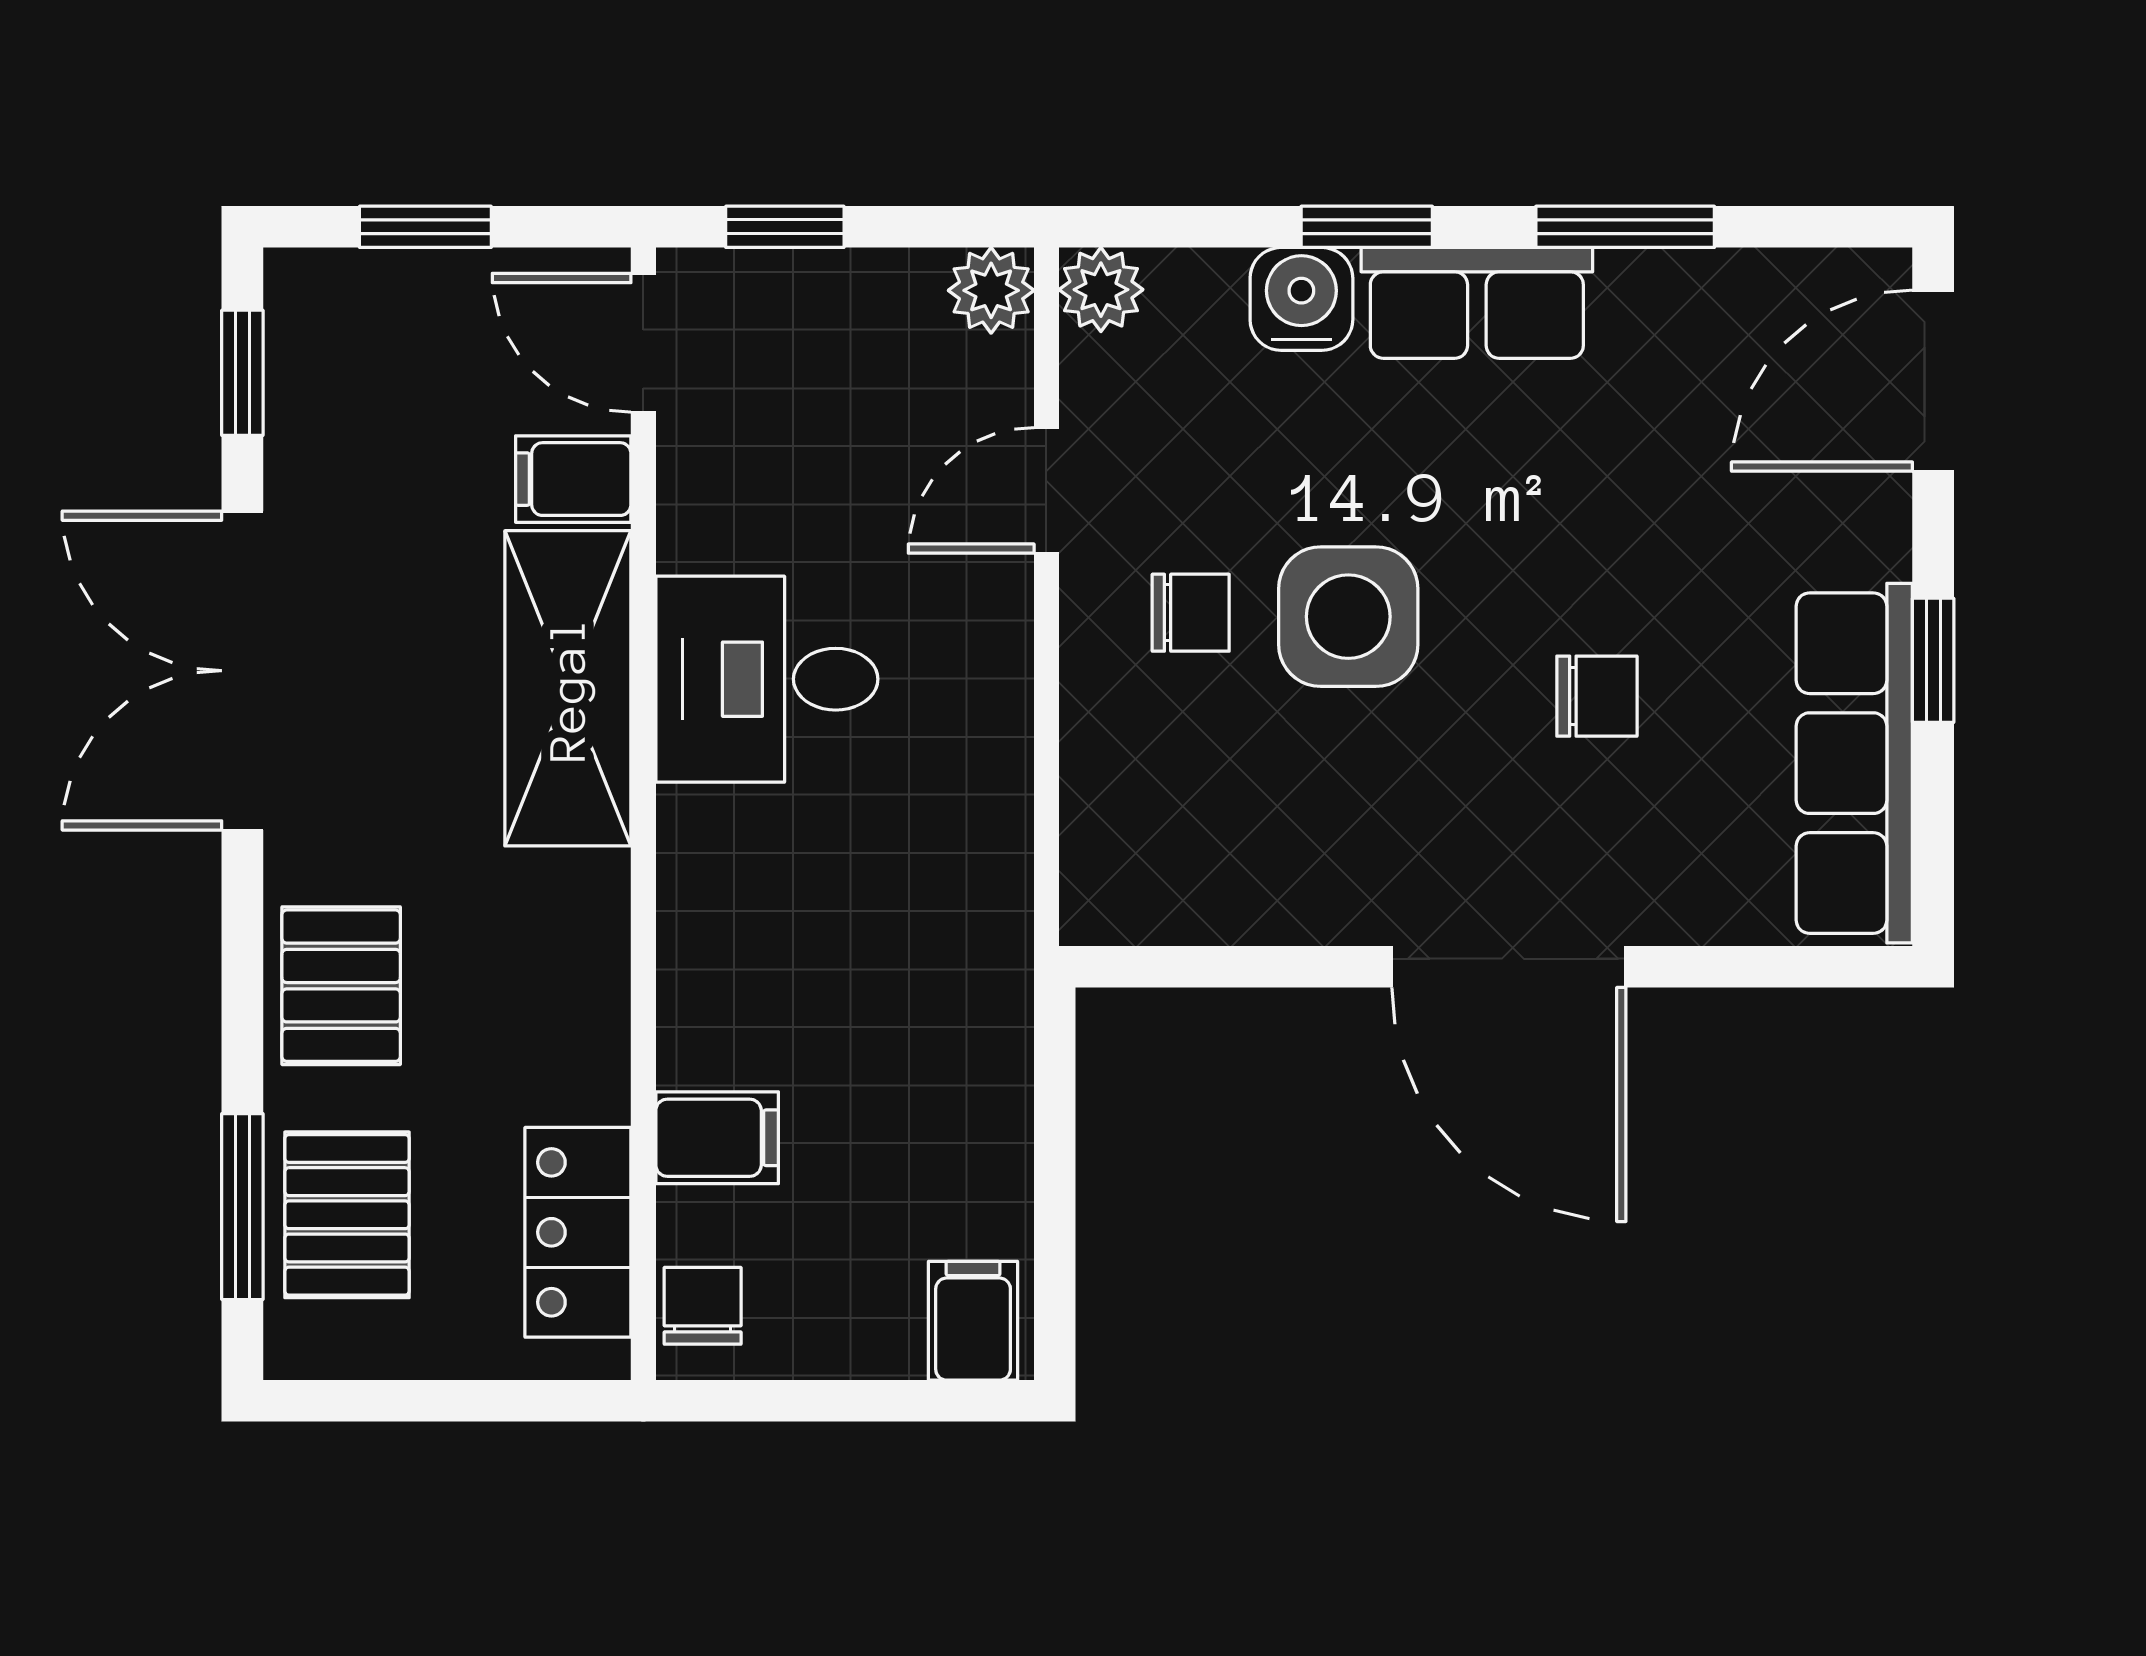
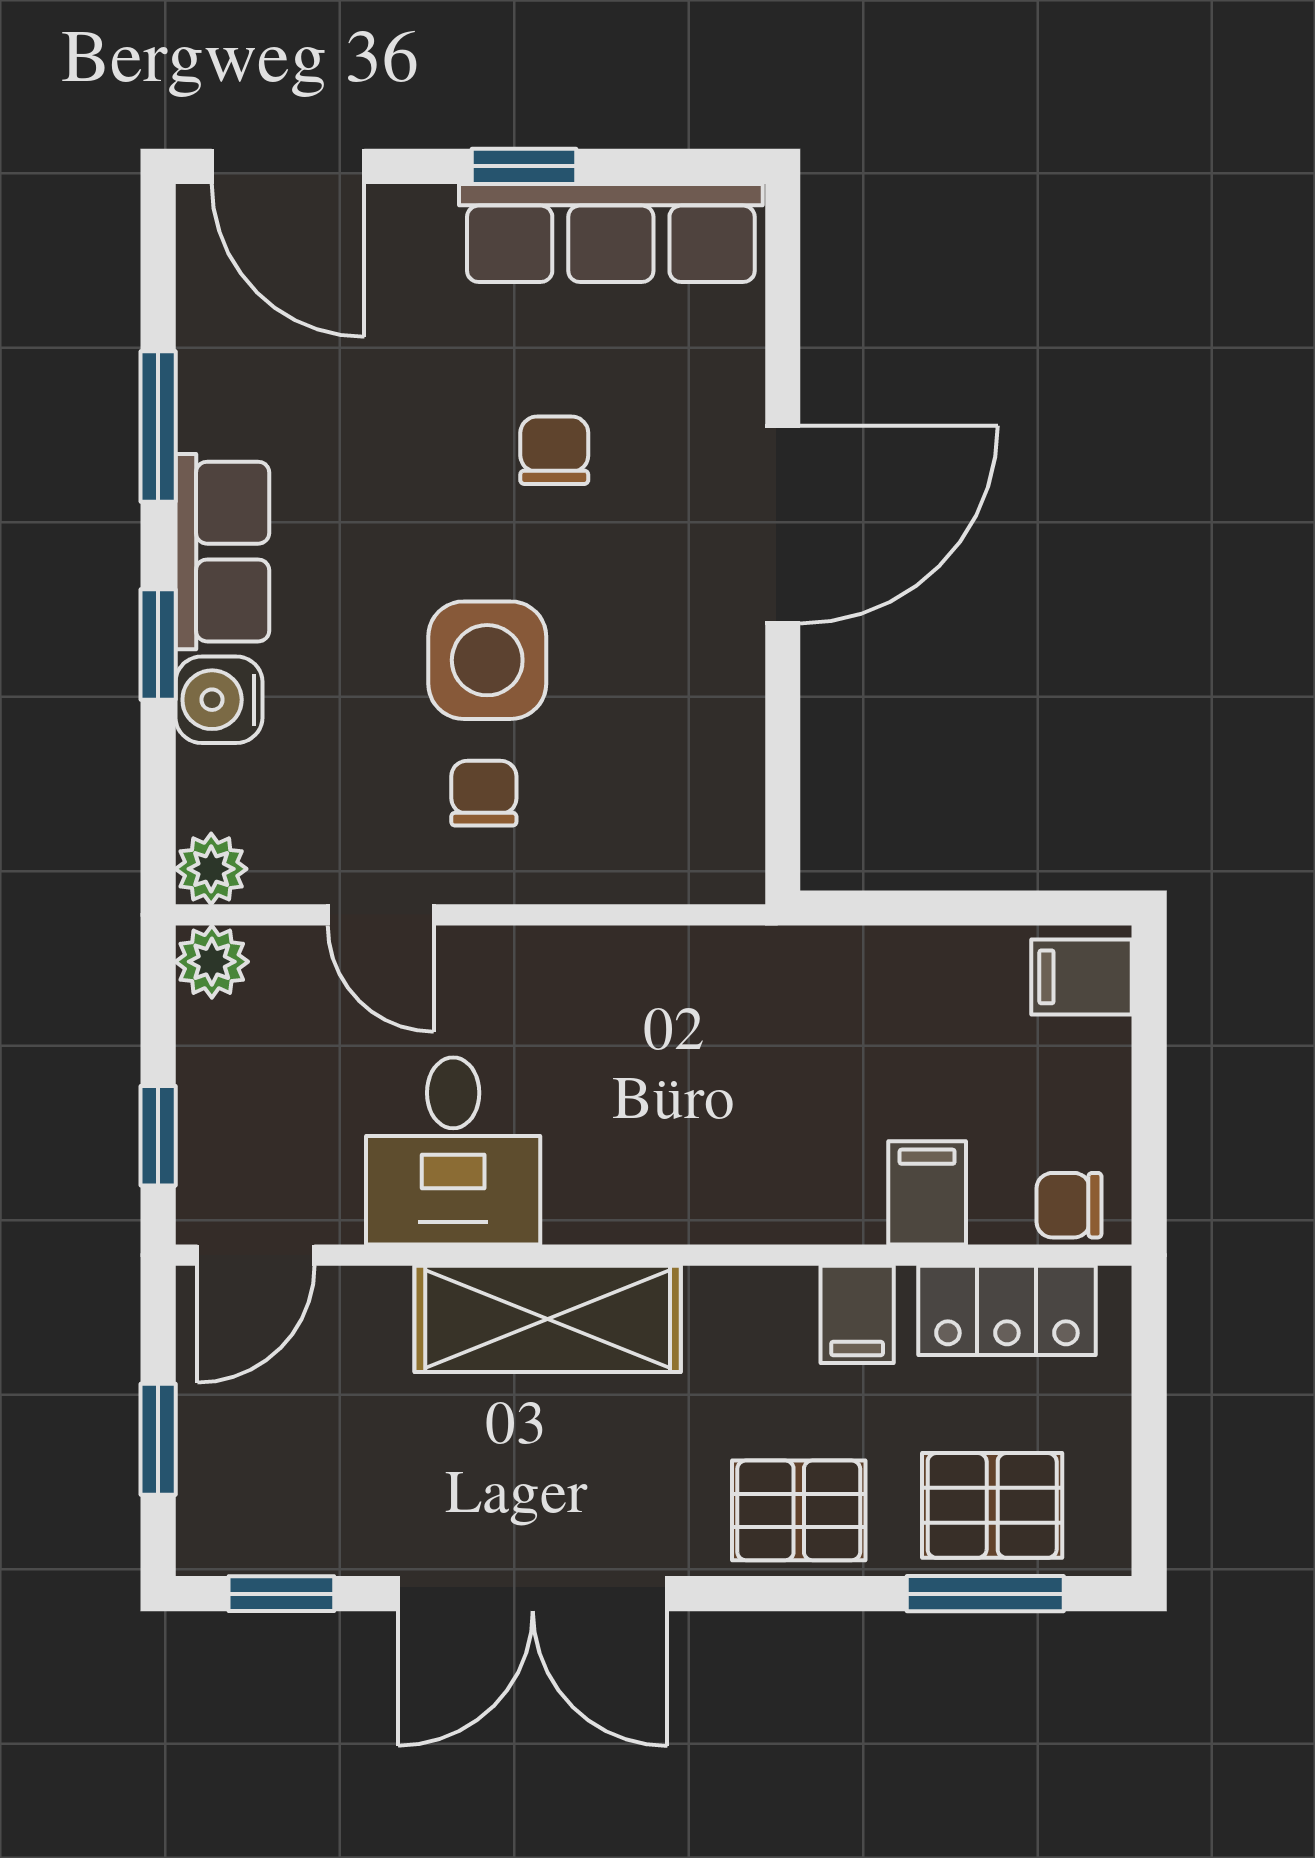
filing cabinet: (573, 479) -> (857, 1314), moved
desk: (767, 679) -> (453, 1151), moved

